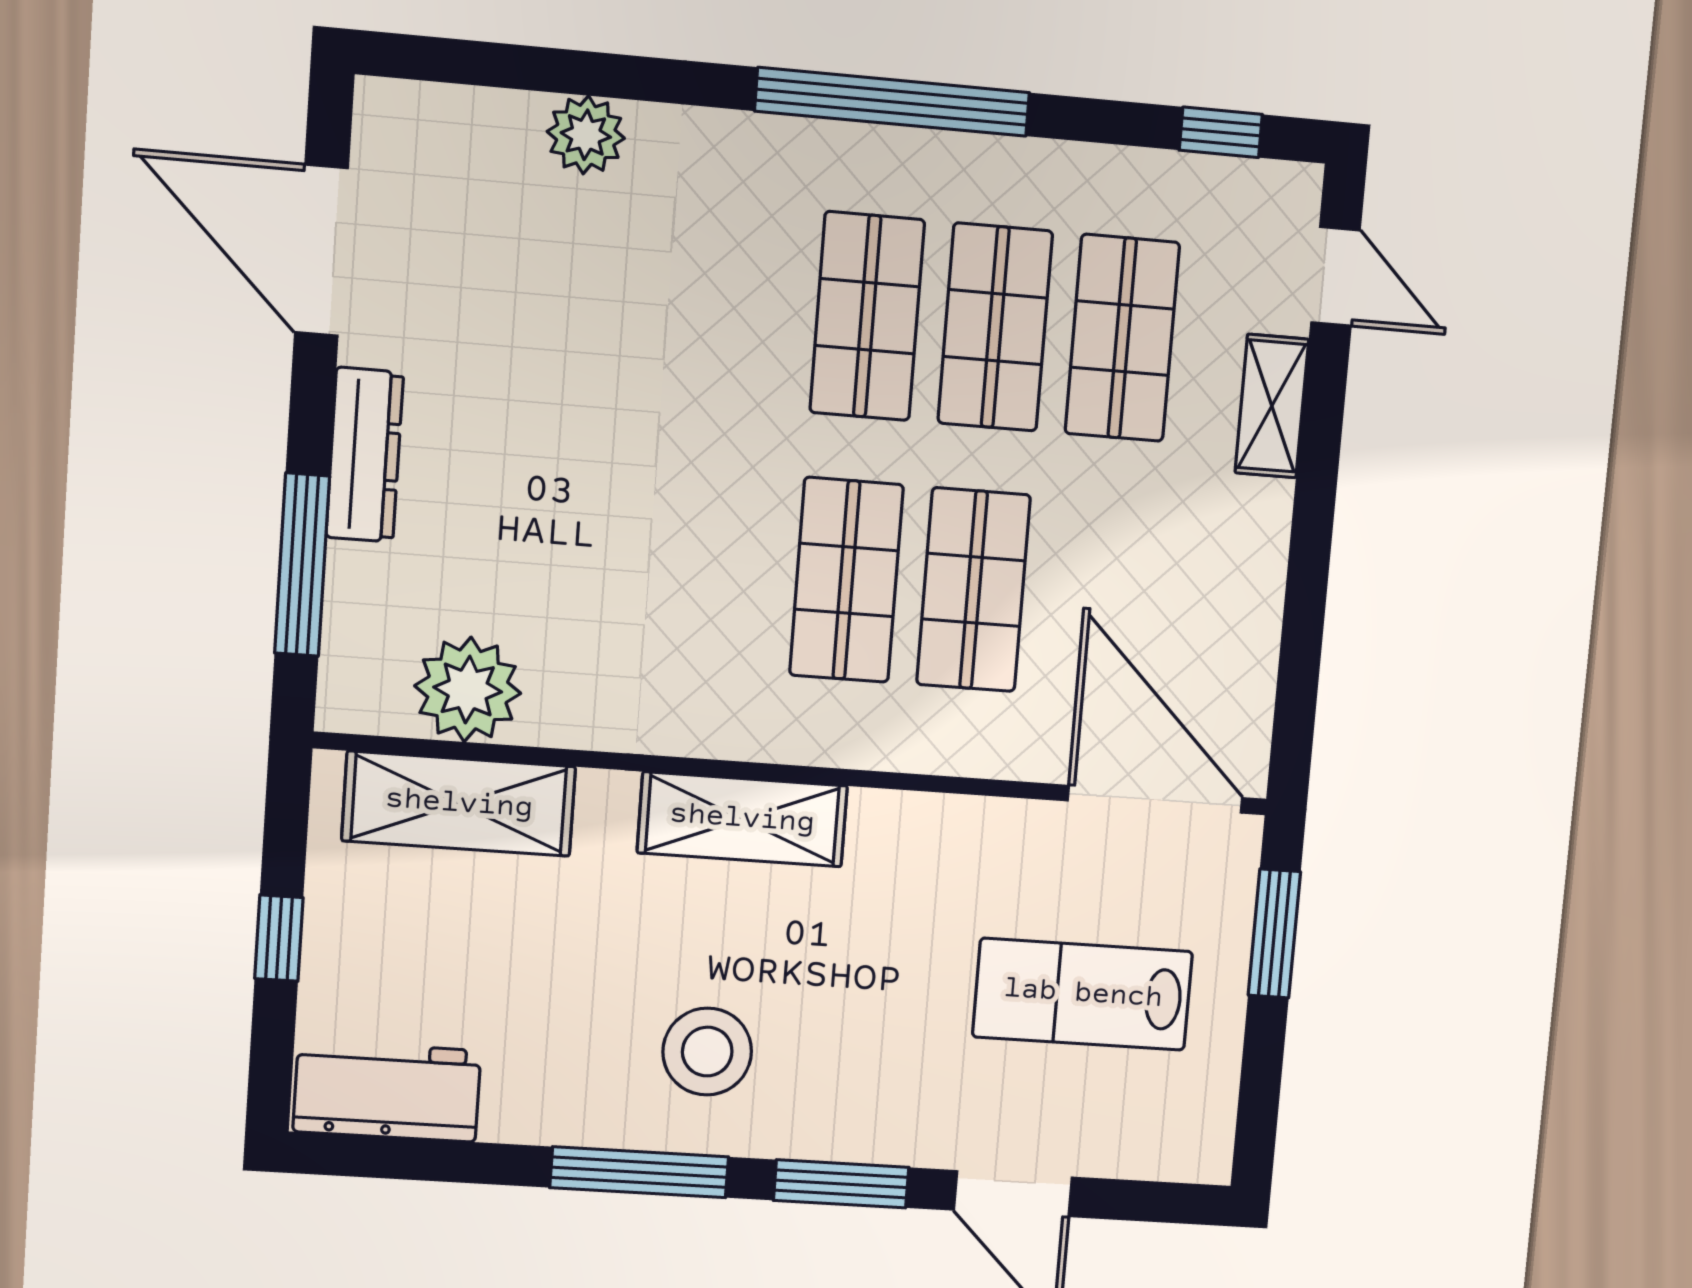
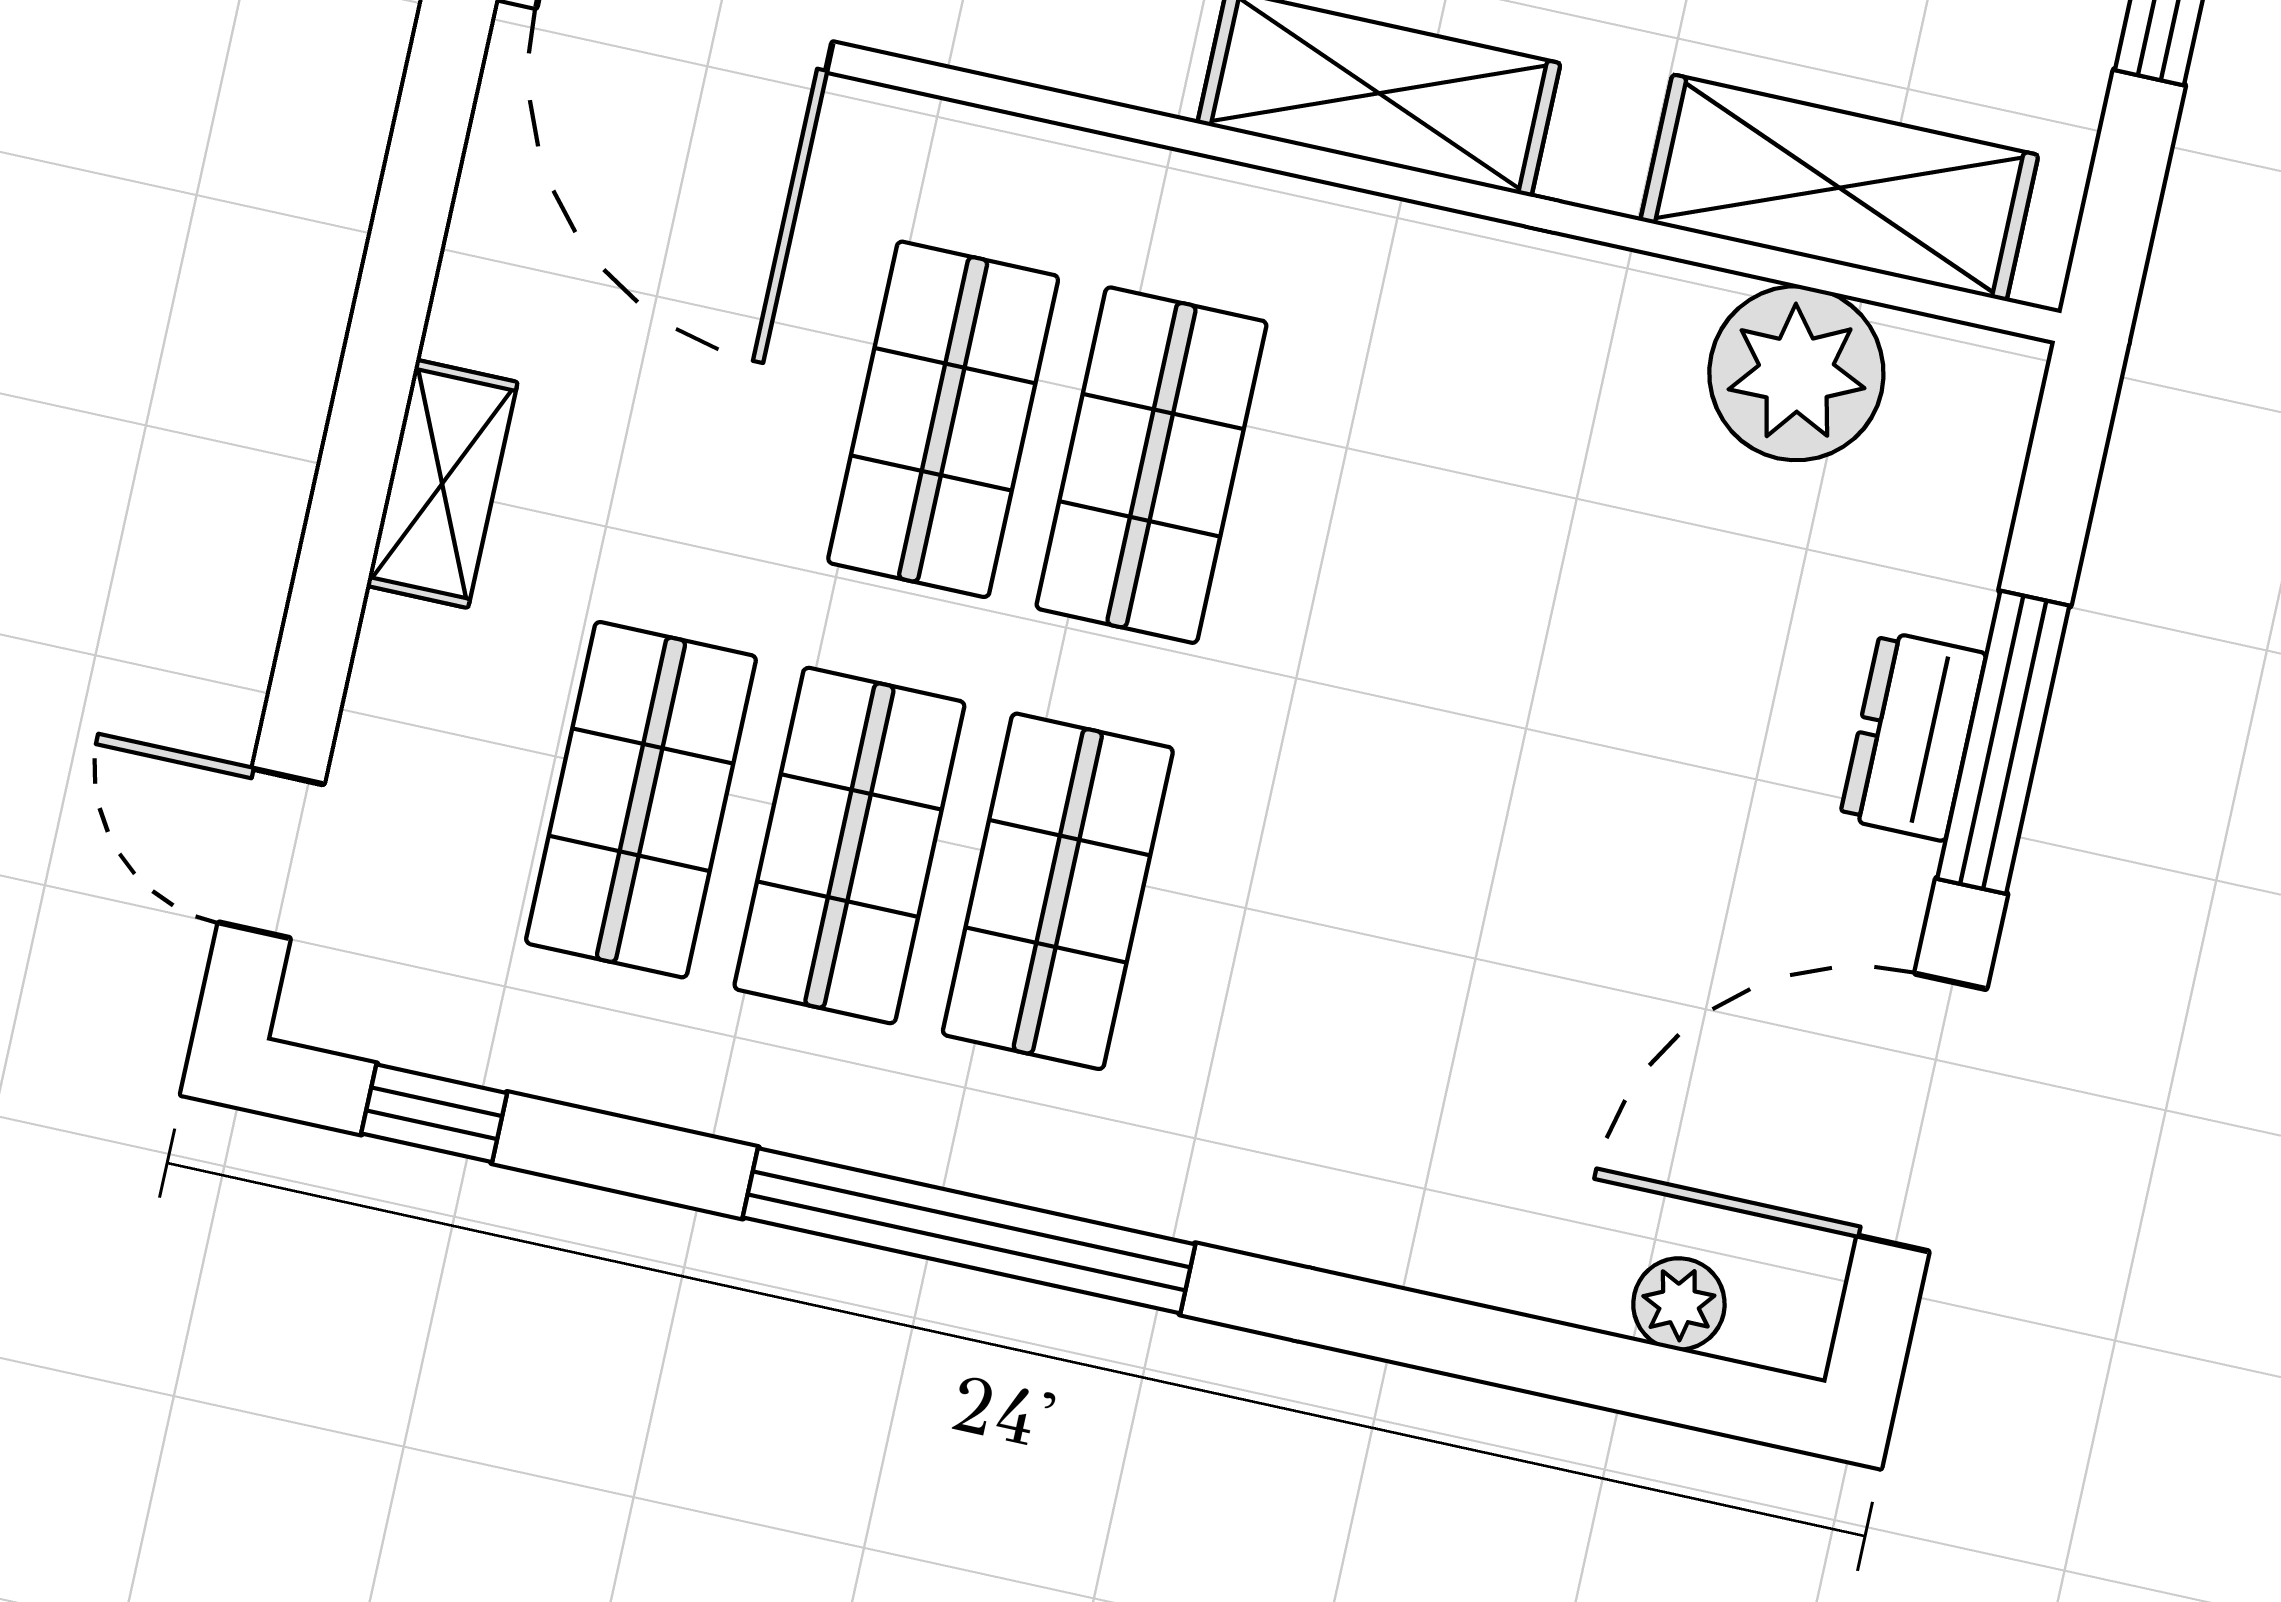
plant: (586, 135) -> (1679, 1304), moved, width x0.73, depth x0.73
door: (321, 250) -> (1922, 1112), swing flipped
shelving: (1272, 406) -> (442, 484), moved
dresser: (365, 455) -> (1913, 736), width x0.70
window: (302, 565) -> (2003, 742), moved

